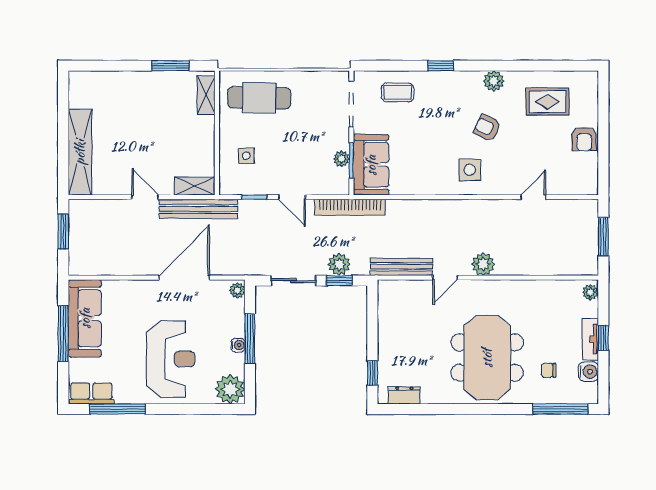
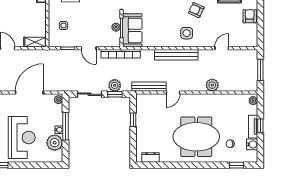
armchair: (584, 139) -> (250, 16), turned 180
bench: (198, 209) -> (176, 55), moved
plant: (483, 264) -> (212, 85), moved
meeting table: (487, 358) -> (196, 137), turned 90
window: (372, 373) -> (133, 120), moved
plant: (230, 389) -> (55, 143), moved
window: (560, 409) -> (237, 165), width x0.46

